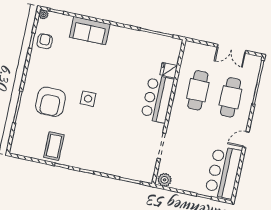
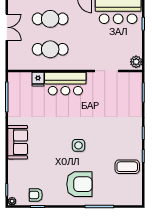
sofa: (90, 31) -> (18, 142), moved
armchair: (50, 102) -> (79, 184), moved

